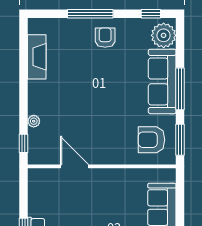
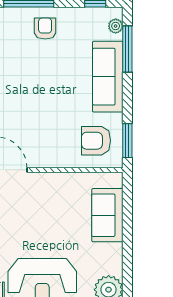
plant: (164, 35) -> (116, 26), width x0.53, depth x0.53
window: (180, 89) -> (127, 49), moved

